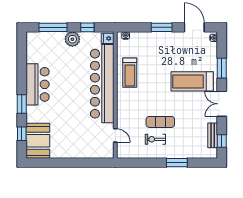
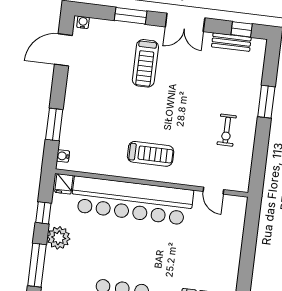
window: (162, 27) -> (54, 124), moved
treadmill: (130, 73) -> (151, 154), moved
treadmill: (192, 81) -> (145, 63), width x0.73, depth x0.73
exercise mat: (160, 122) -> (201, 119), removed
door: (115, 135) -> (213, 191), swing flipped

